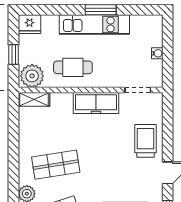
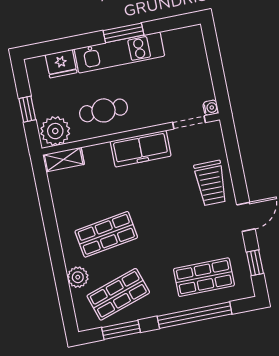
fridge: (30, 24) -> (61, 64), moved
water cooler: (157, 53) -> (211, 108), moved
trolley: (145, 141) -> (211, 183), turned 180

